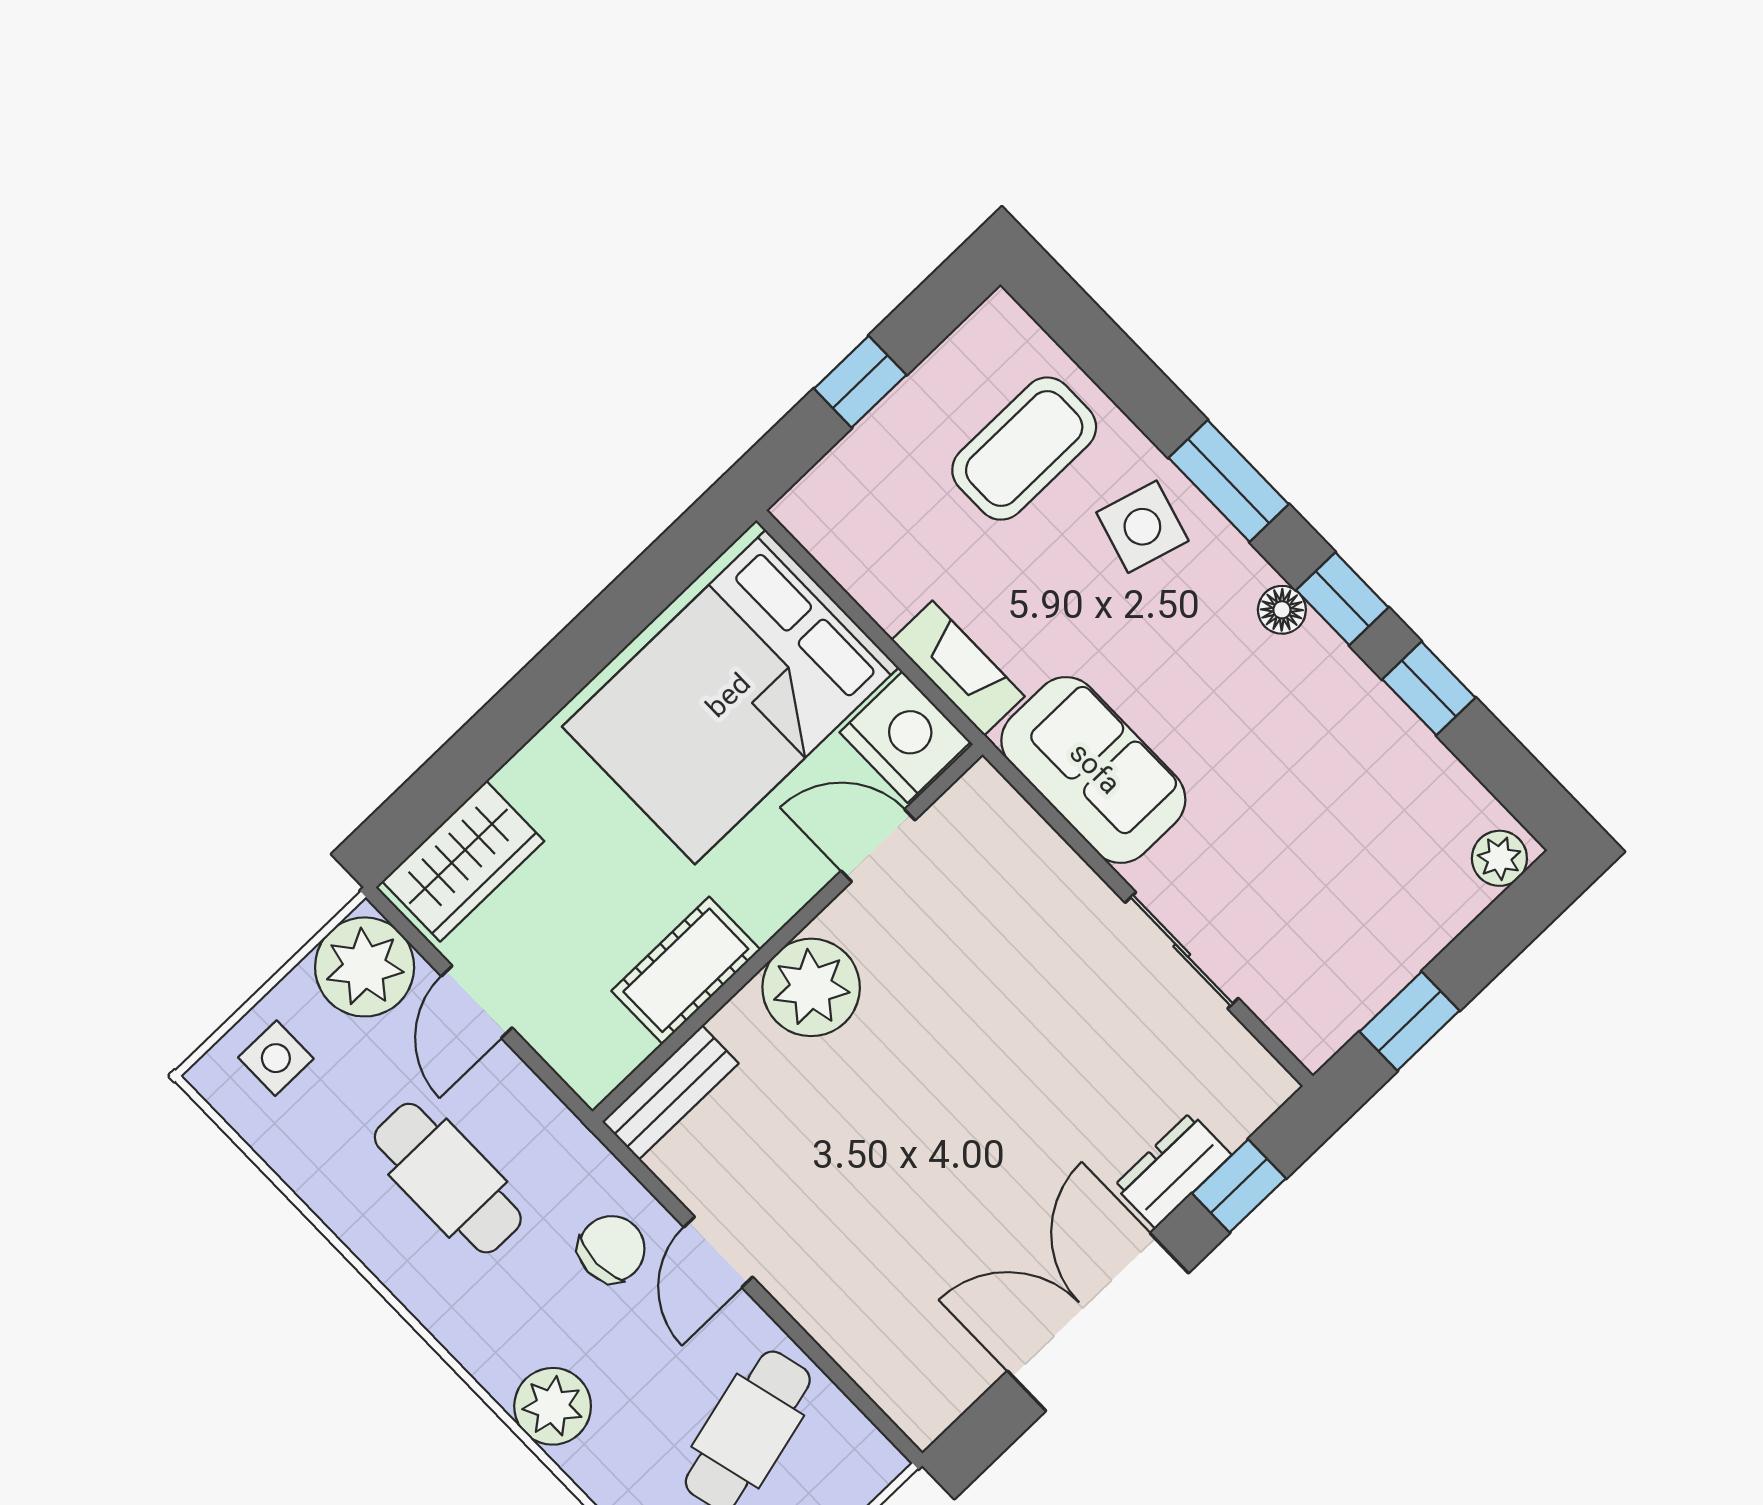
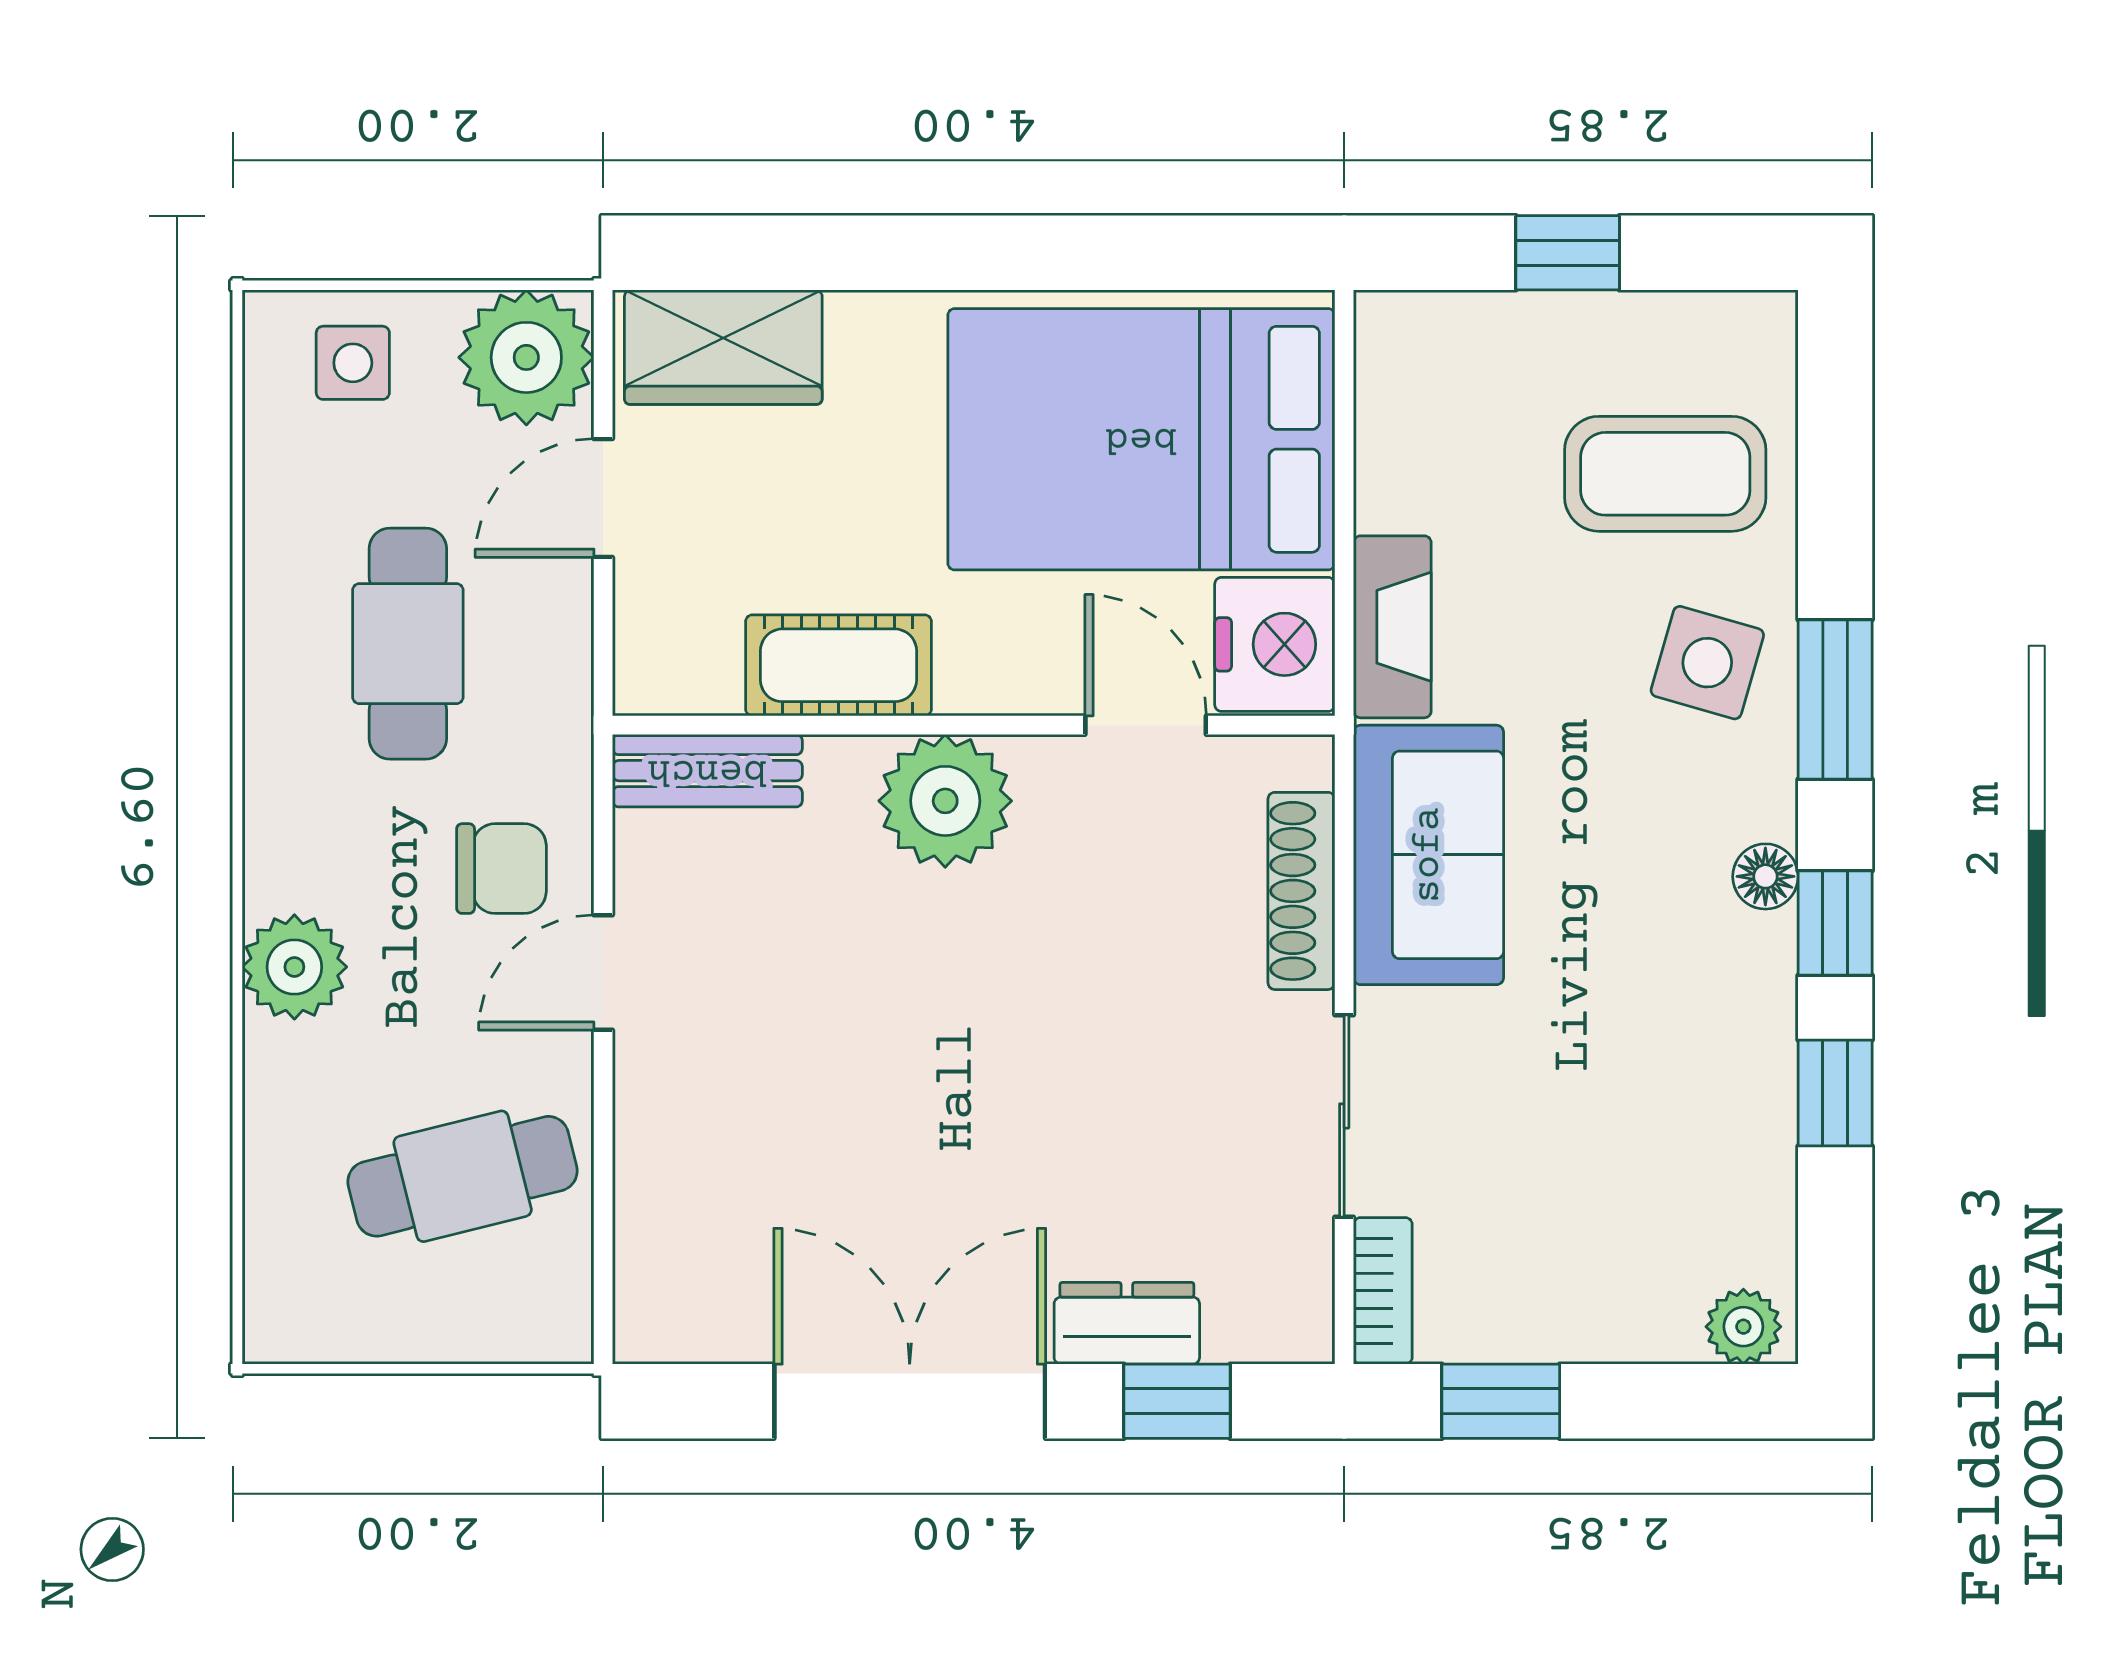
shoe rack: (1045, 854) -> (1301, 891), added
bookcase: (1291, 1023) -> (1383, 1291), added

